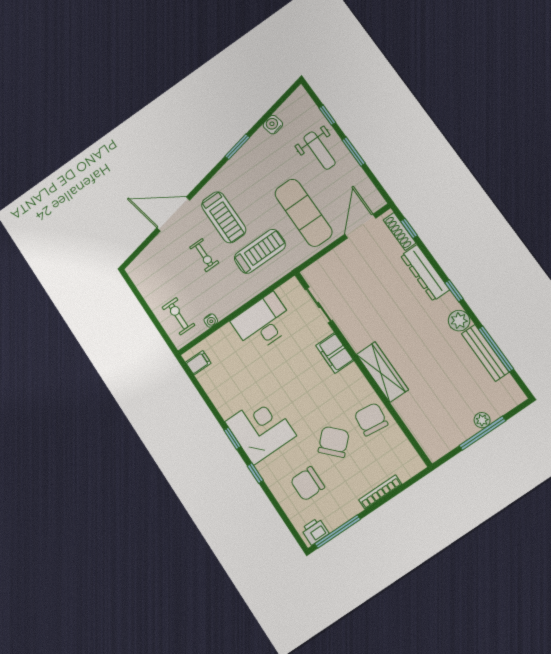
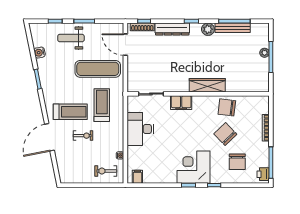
weight bench: (320, 151) -> (71, 38), turned 180

